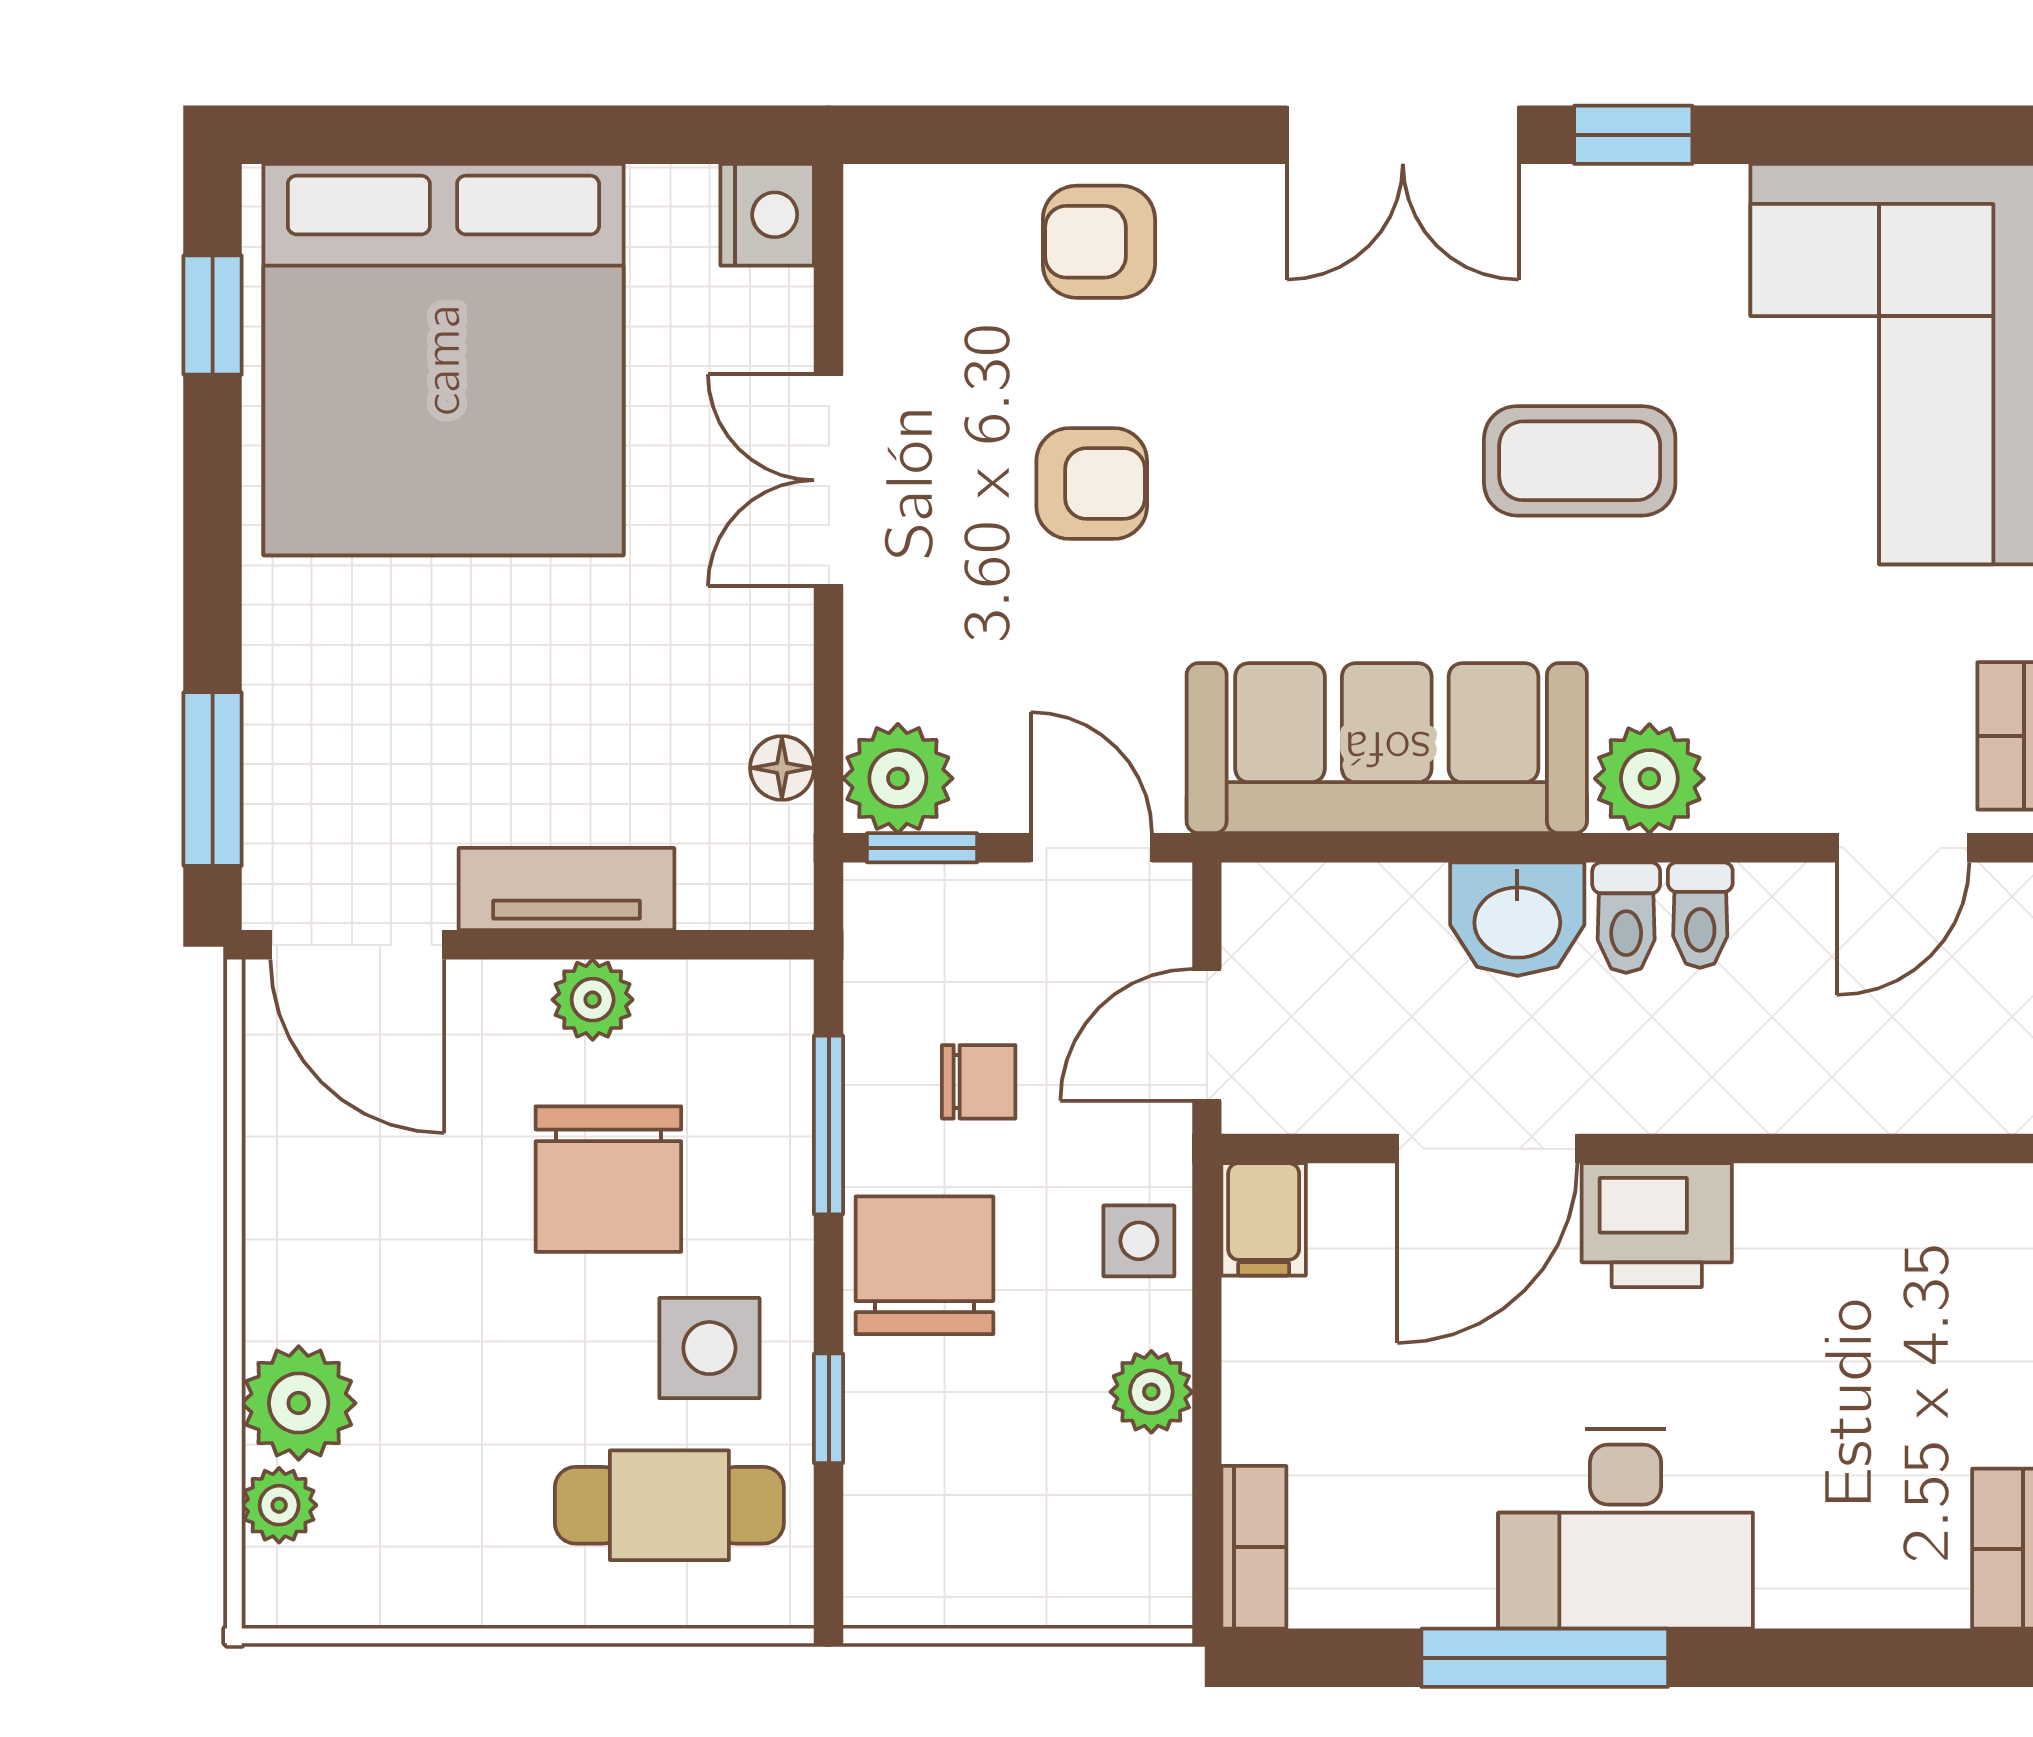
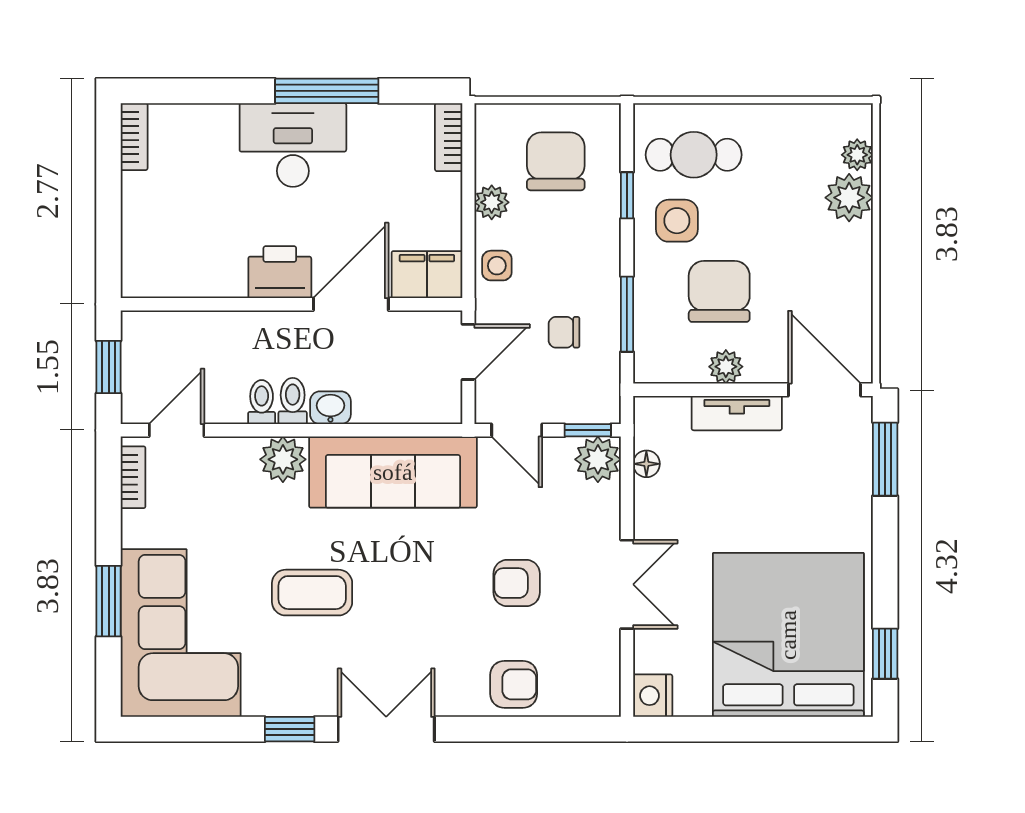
washbasin: (1517, 919) -> (330, 408), width x0.72, depth x0.69
filing cabinet: (1264, 1219) -> (427, 275), width x2.00
chair: (924, 1265) -> (556, 161), moved, turned 180

